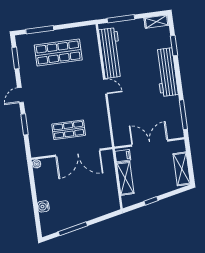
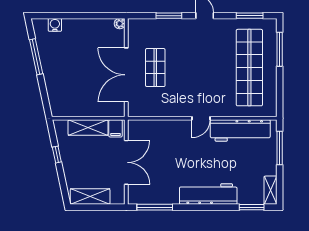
window: (174, 46) -> (252, 207), moved
shop shelf: (58, 53) -> (249, 68), width x1.40
water cooler: (43, 206) -> (55, 25), moved

